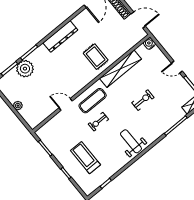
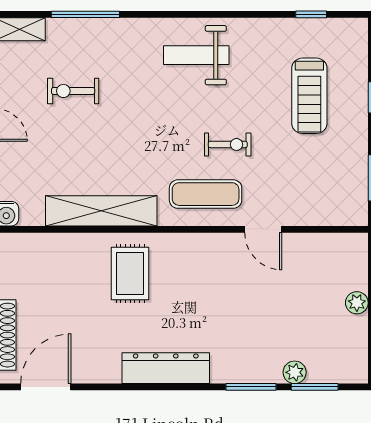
plant: (25, 69) -> (295, 372), width x0.53, depth x0.53
exercise bike: (143, 100) -> (73, 91), moved
weight bench: (131, 141) -> (196, 55), turned 90

